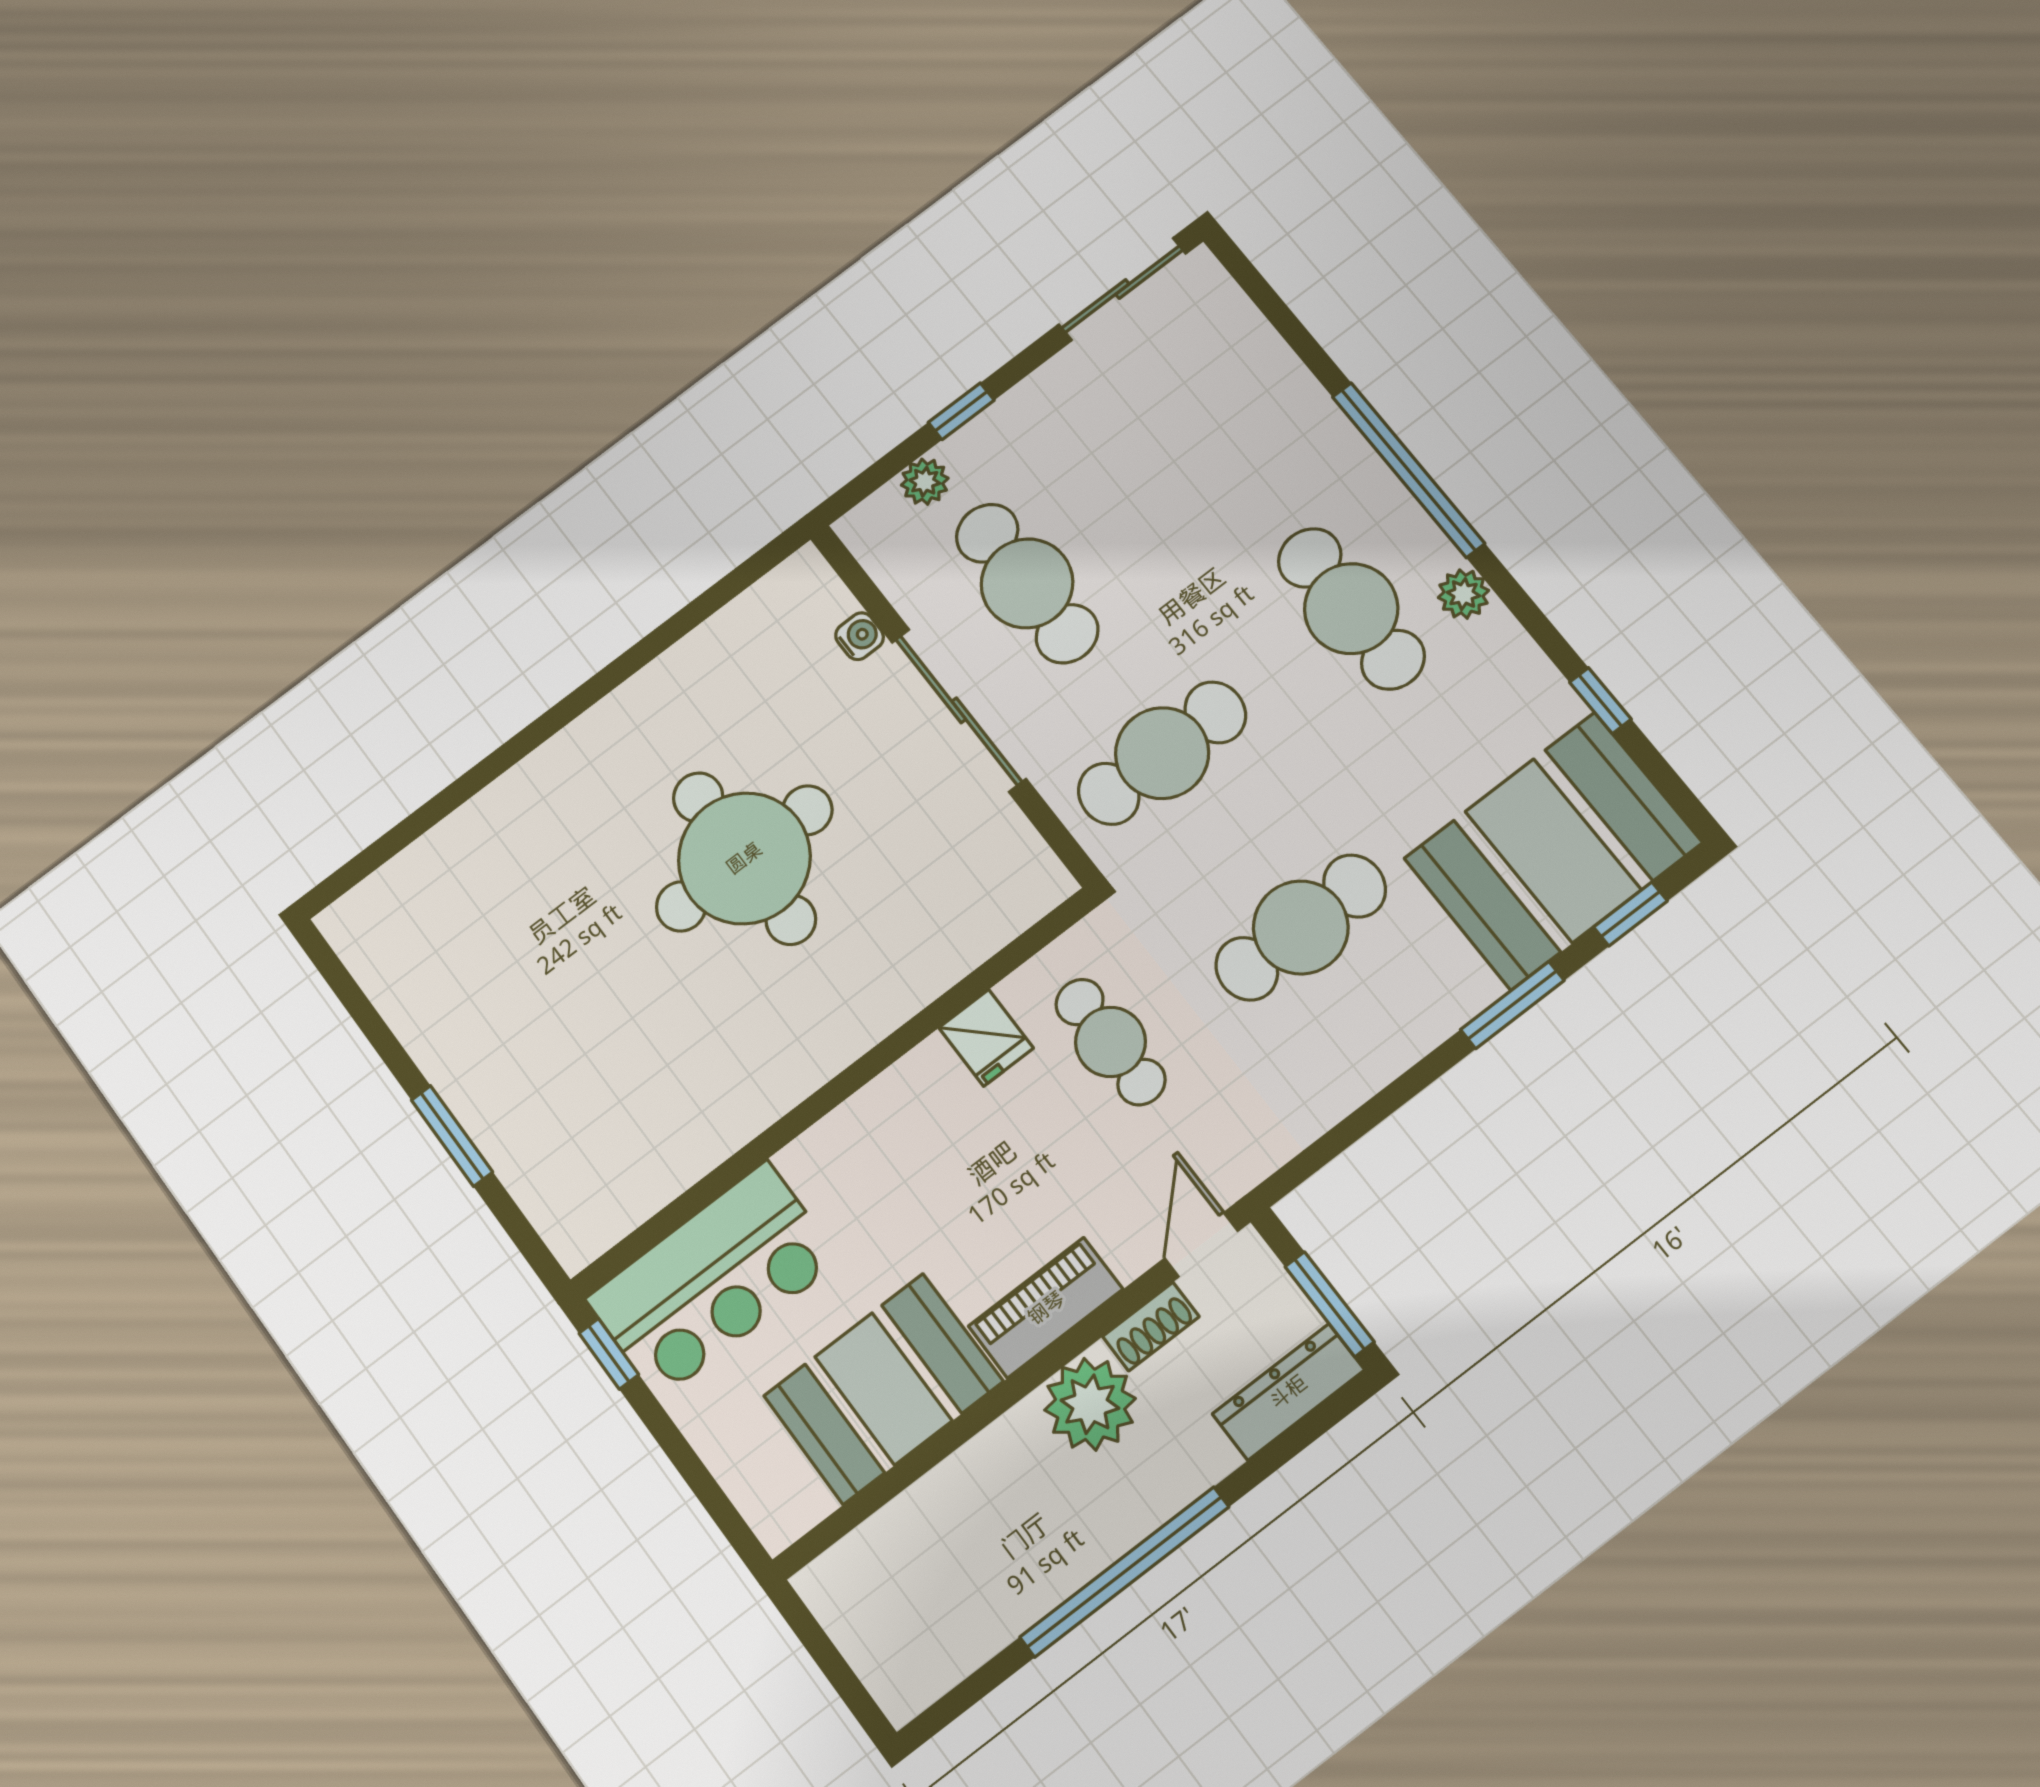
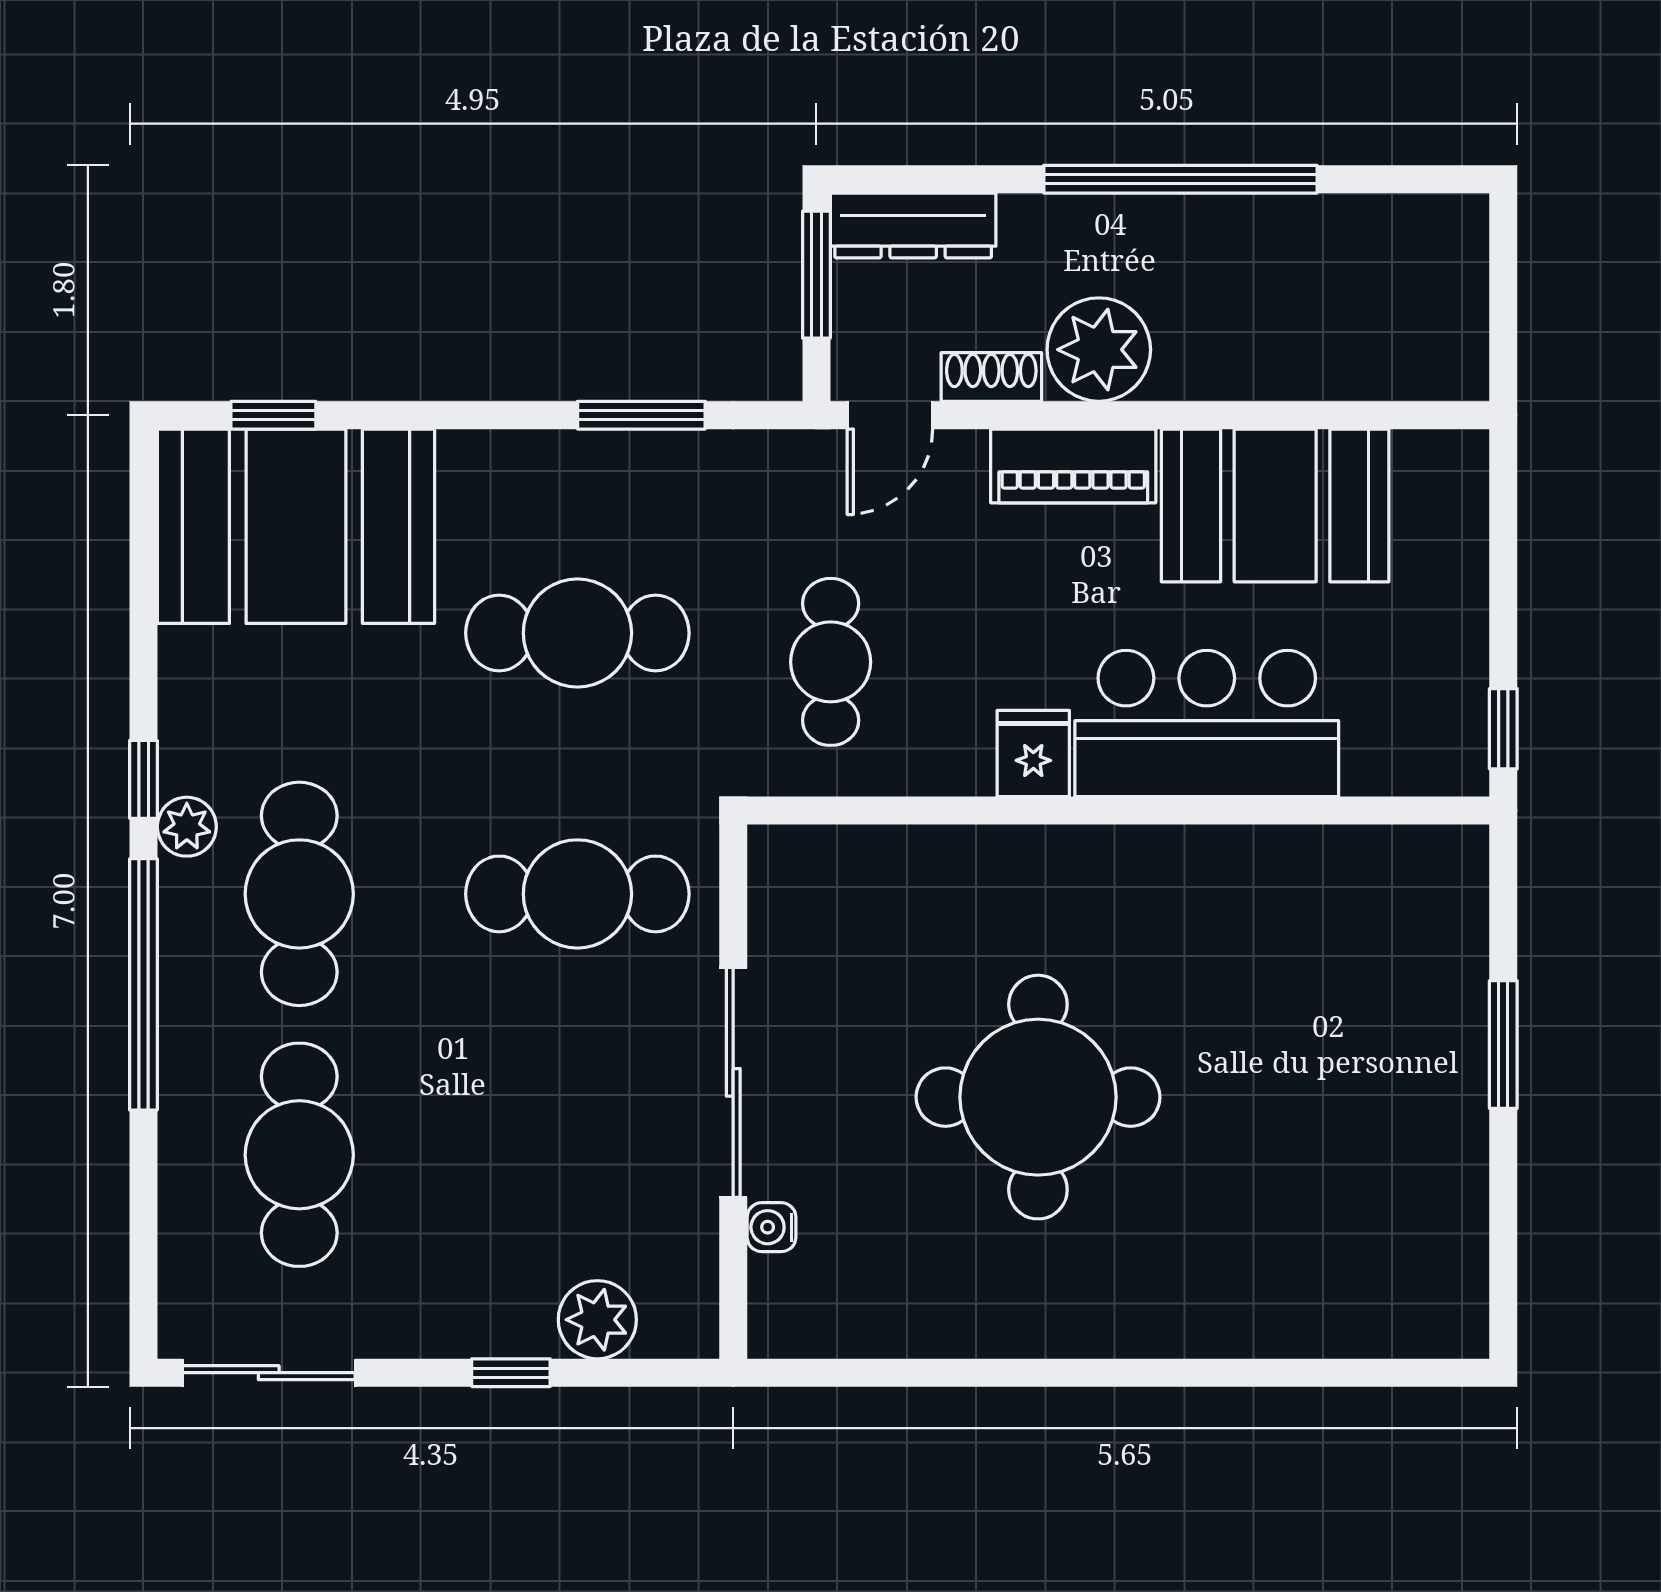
plant: (925, 482) -> (597, 1320), width x1.38, depth x1.38
cafe table: (1027, 583) -> (299, 1155), moved
window: (1600, 701) -> (143, 779), moved
window: (1512, 1005) -> (641, 415), moved
fridge: (986, 1038) -> (1033, 754), moved
bar counter: (713, 1280) -> (1207, 724), moved

